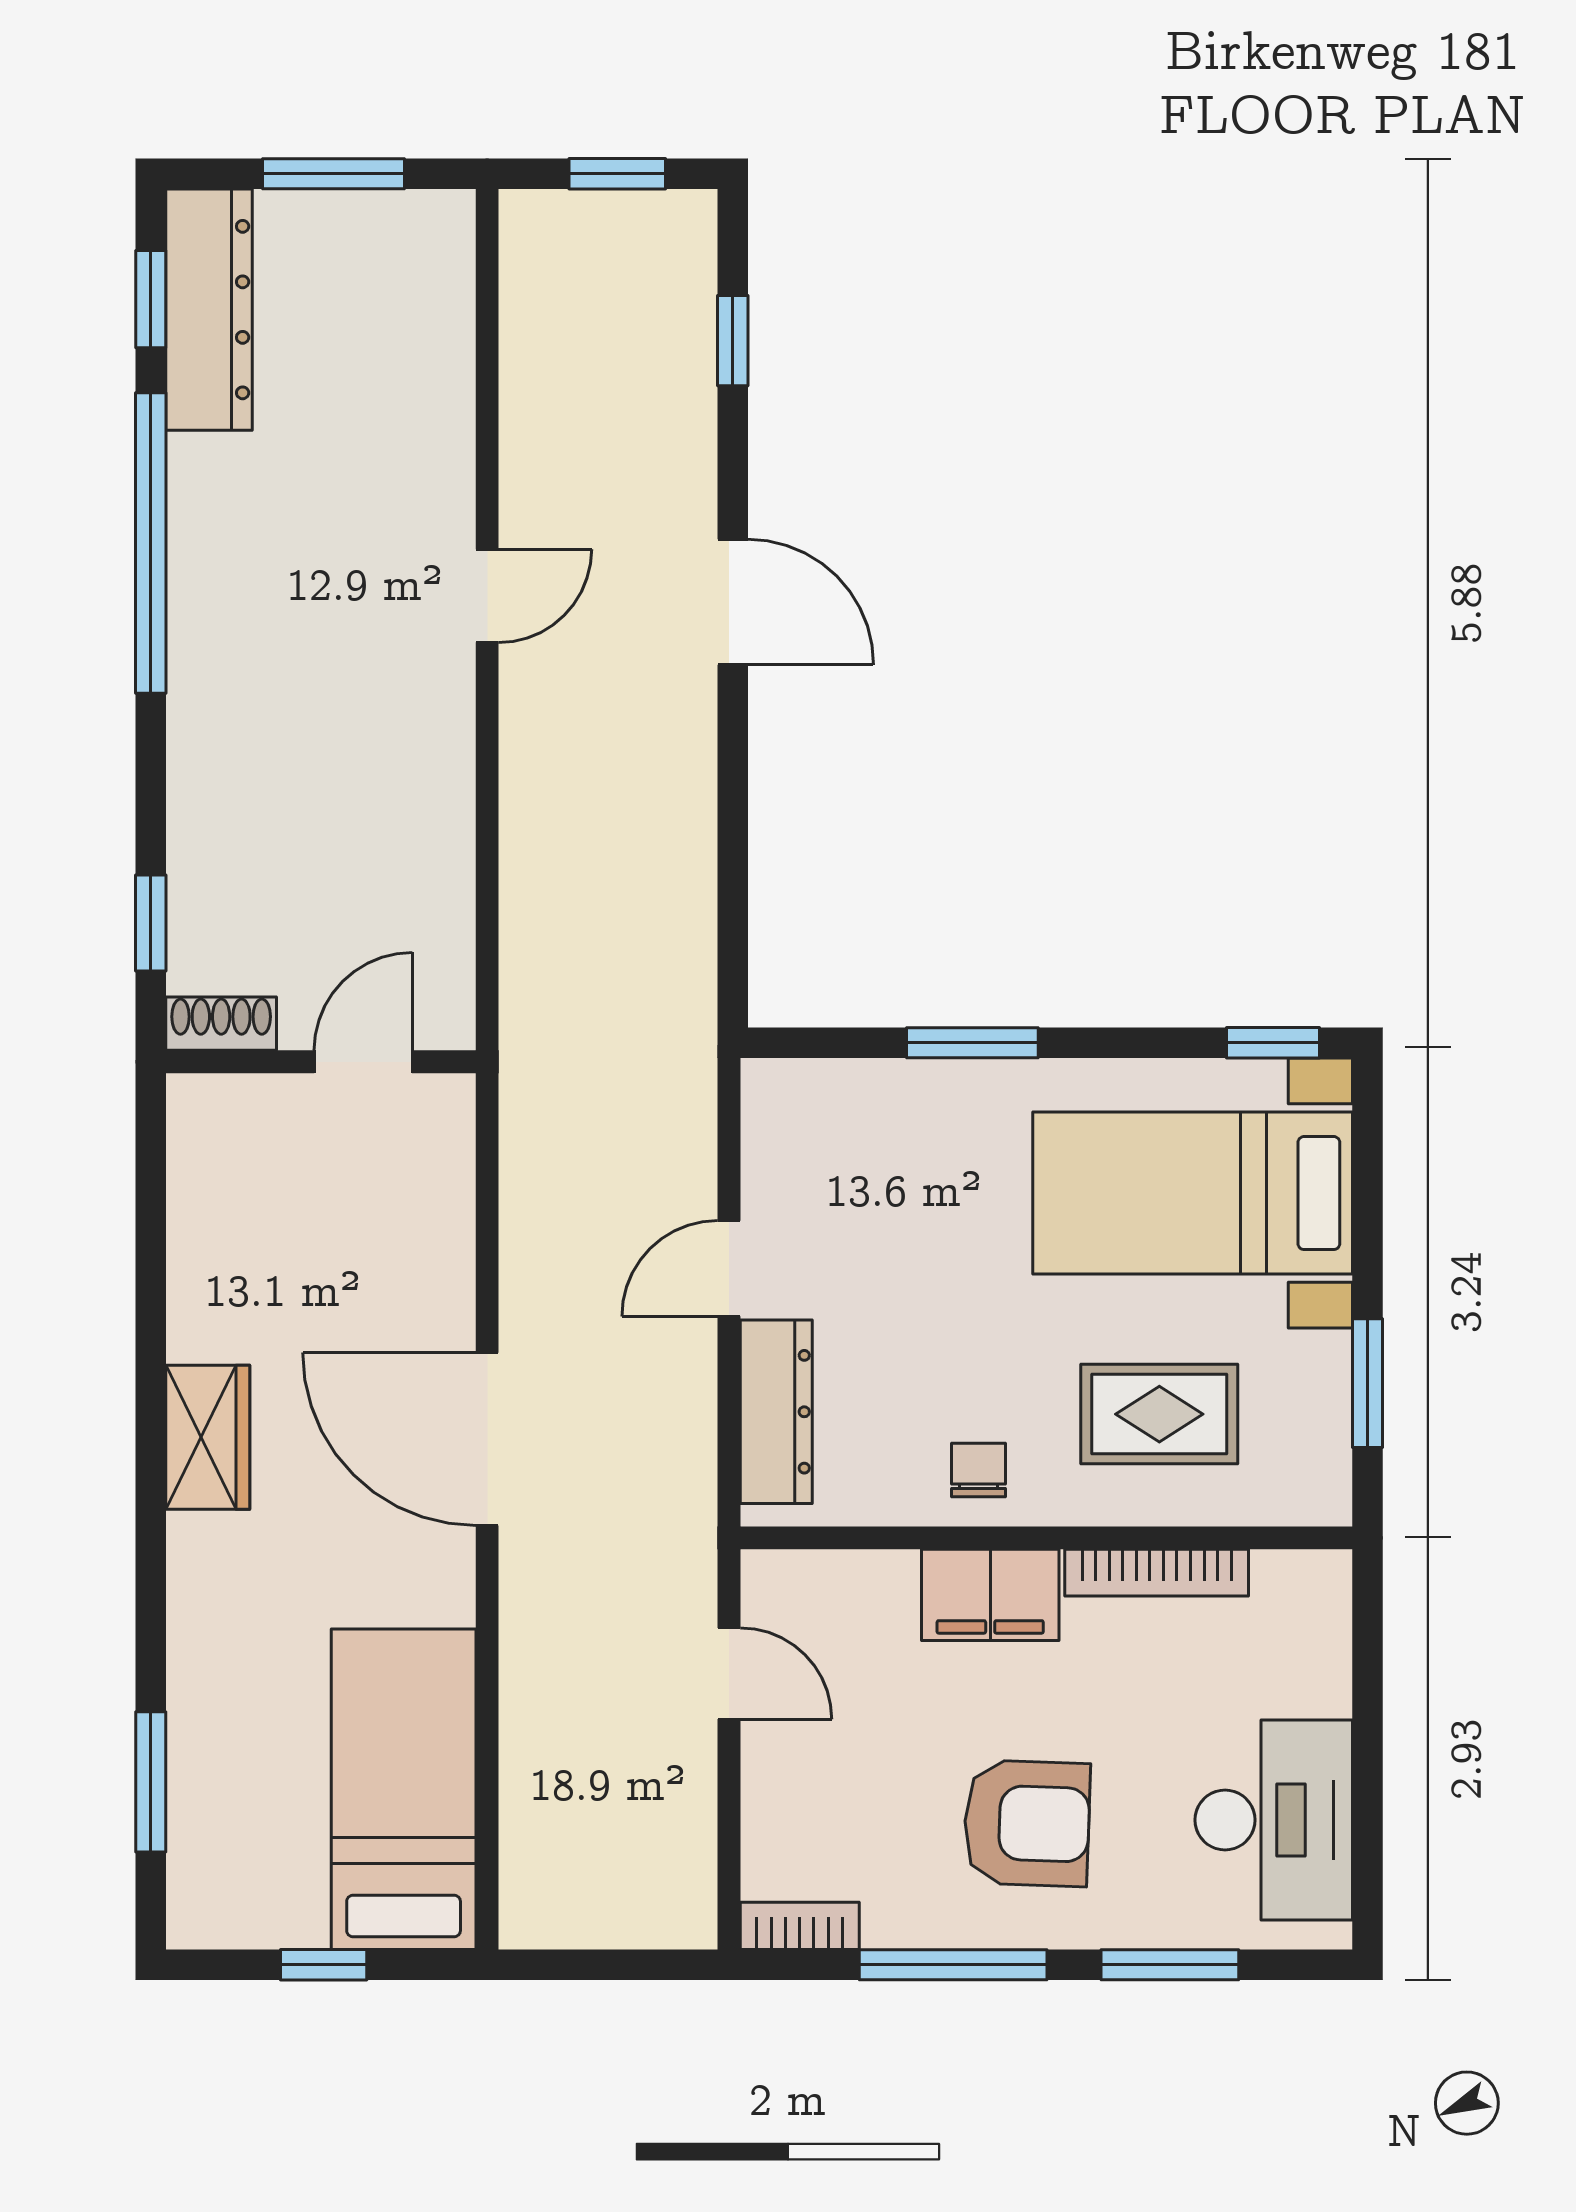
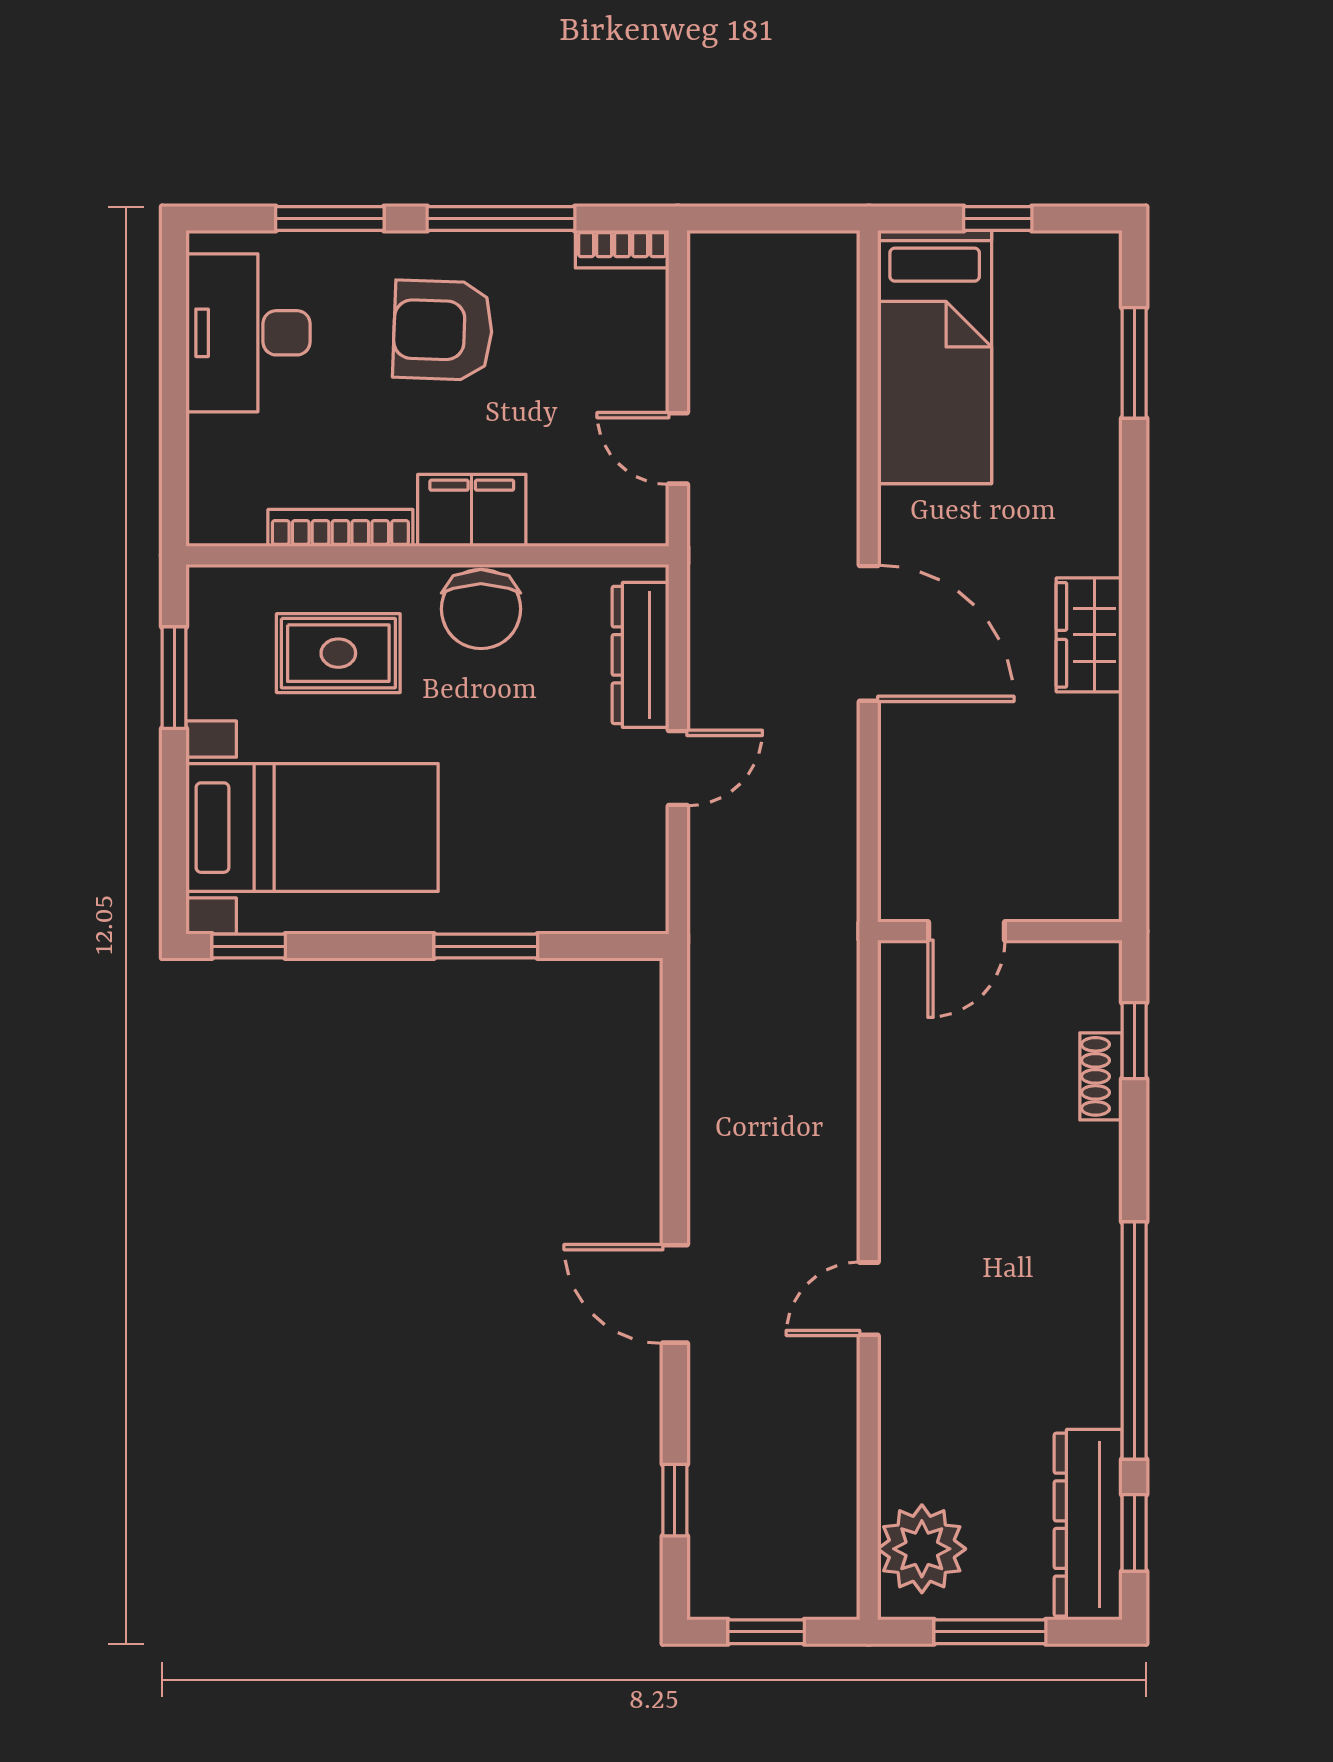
plant: (420, 279) -> (922, 1549), added
shoe rack: (221, 1024) -> (1101, 1076), moved, turned 90
chair: (978, 1470) -> (481, 609), width x1.87, depth x1.87

